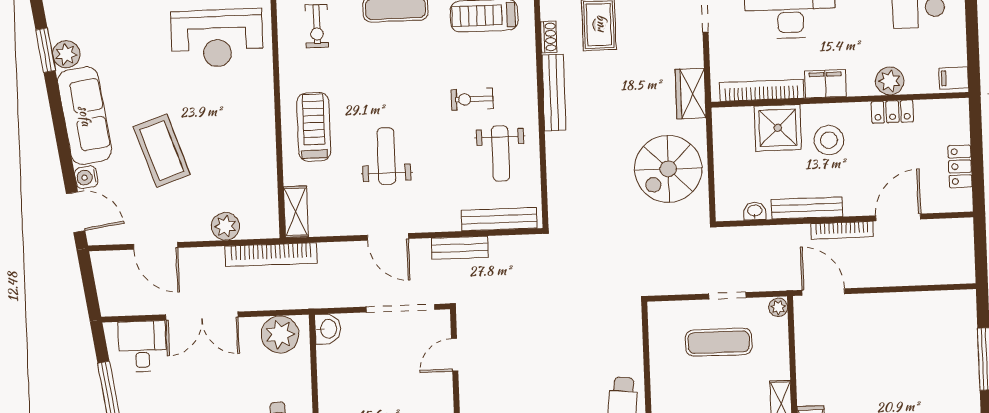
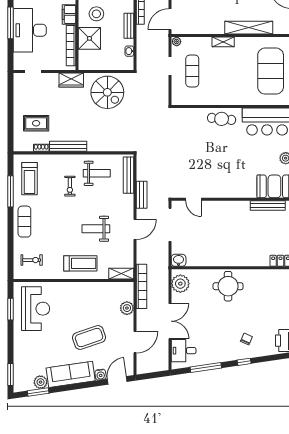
treadmill: (314, 127) -> (80, 263), turned 180
bench: (807, 208) -> (129, 26), width x0.73

